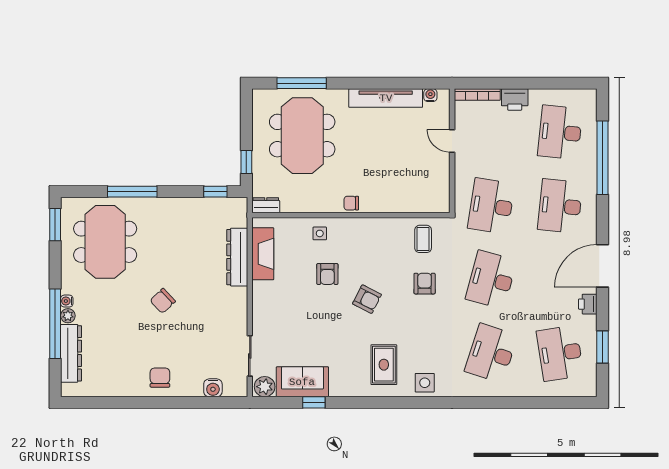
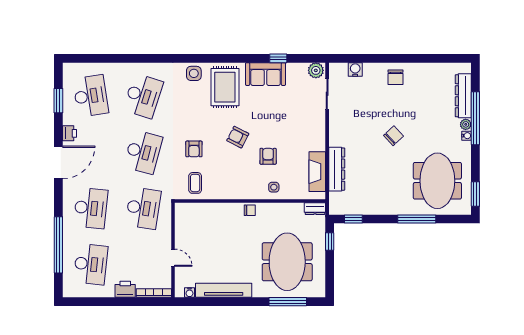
rug: (384, 365) -> (225, 87), width x1.36, depth x1.43
sofa: (302, 382) -> (266, 74), moved

